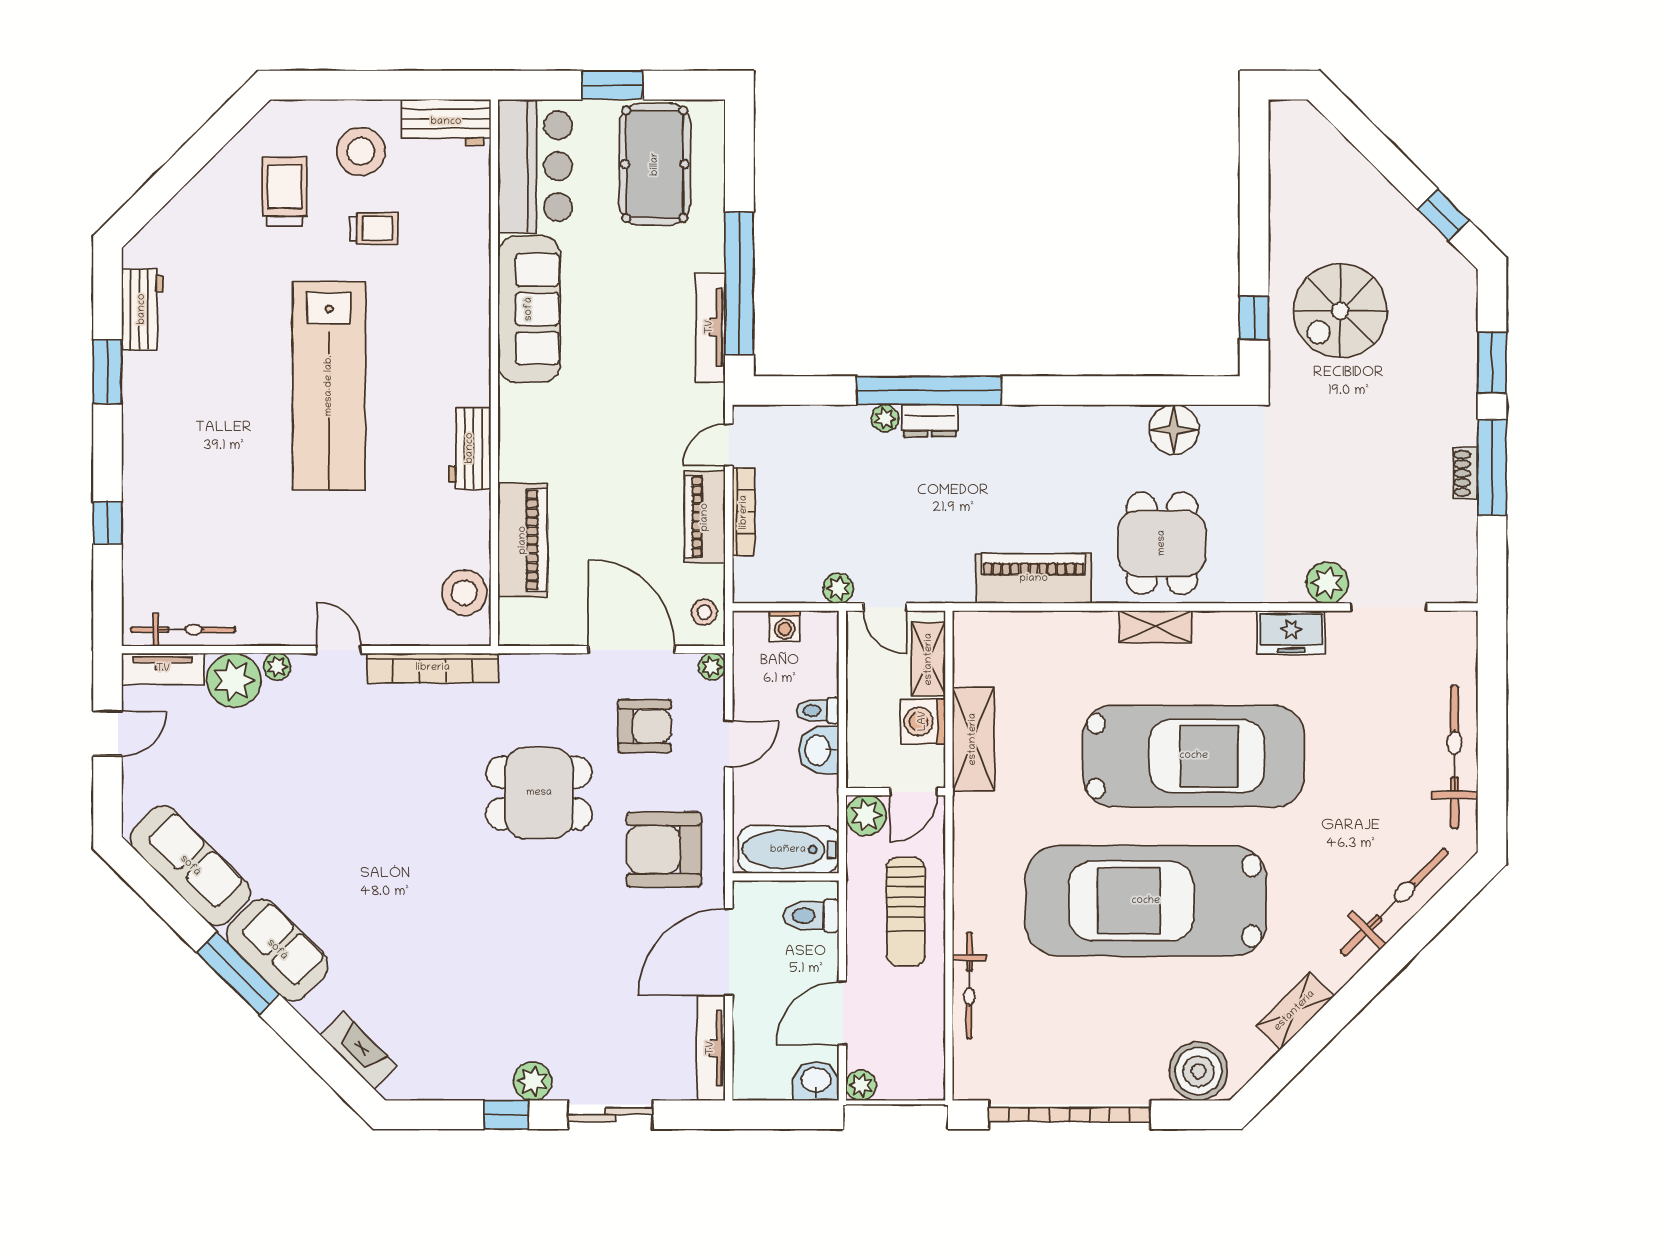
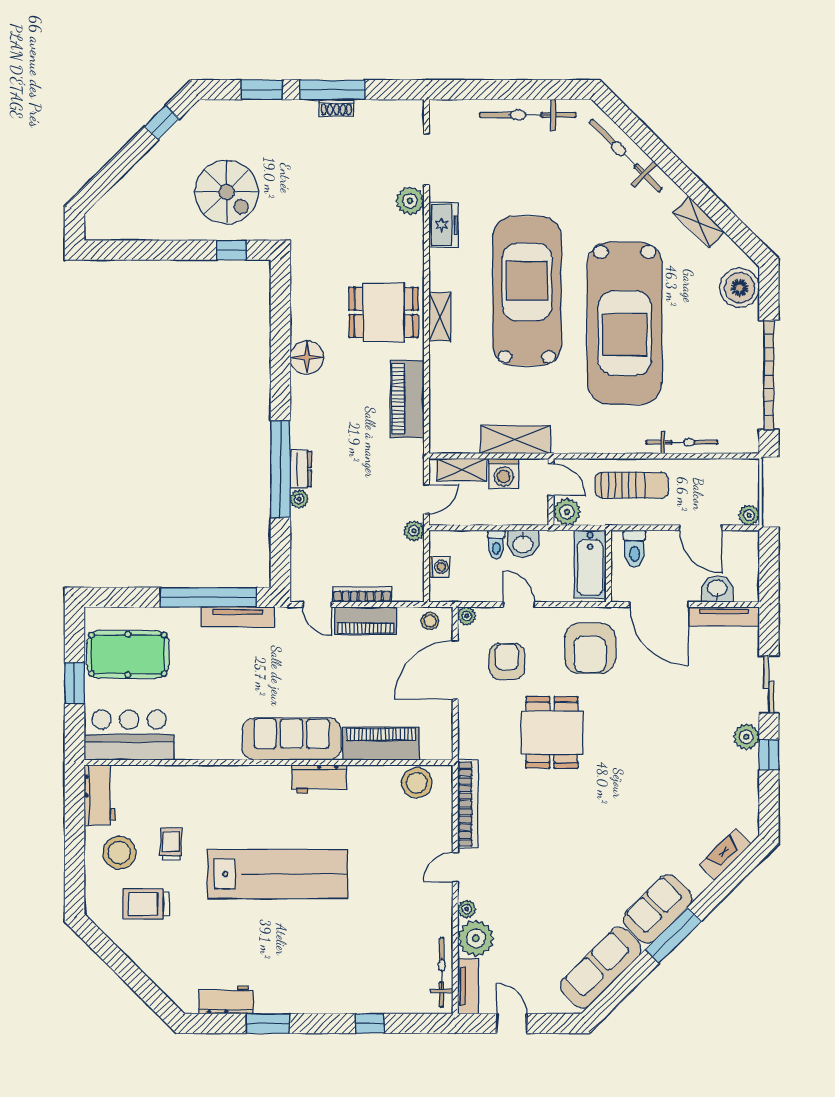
sofa: (529, 309) -> (292, 739), moved
floor lamp: (1174, 430) -> (307, 357), moved
washbasin: (816, 1081) -> (717, 589), moved, turned 90

